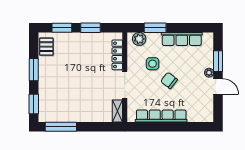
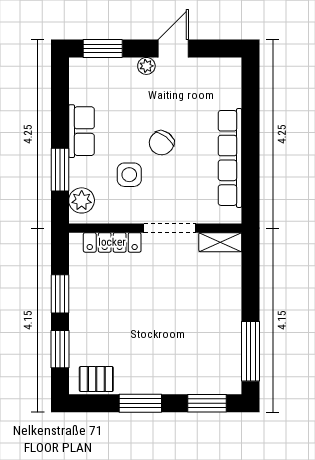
row of seats: (182, 39) -> (81, 131), width x0.68
window: (218, 61) -> (103, 48), moved

